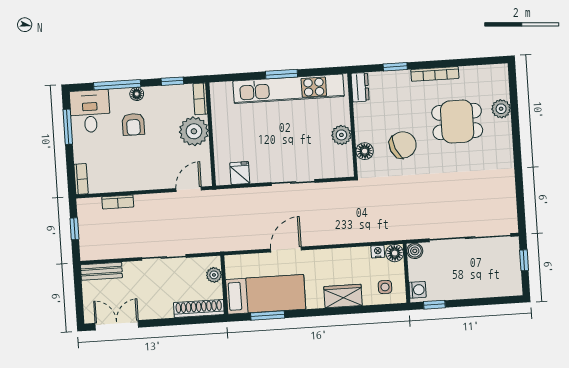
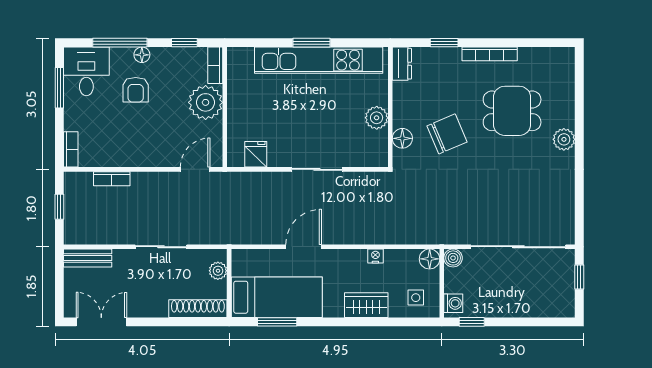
plant: (501, 109) -> (564, 139), moved
nightstand: (378, 252) -> (375, 256), moved

